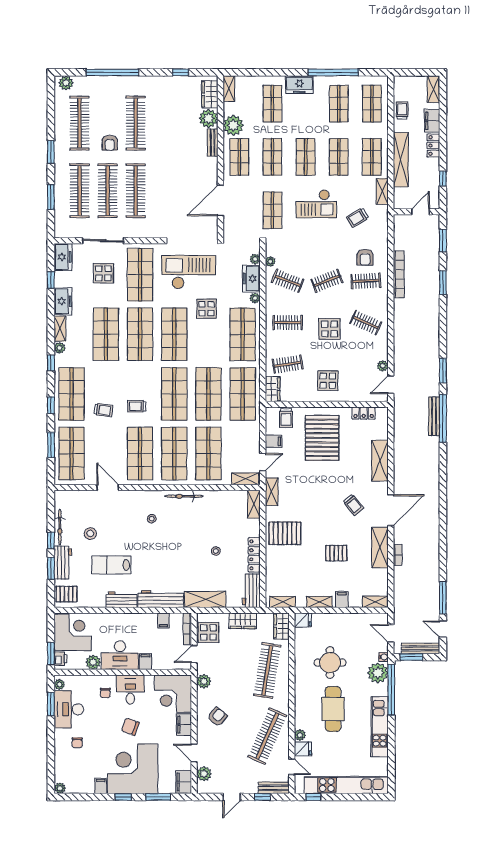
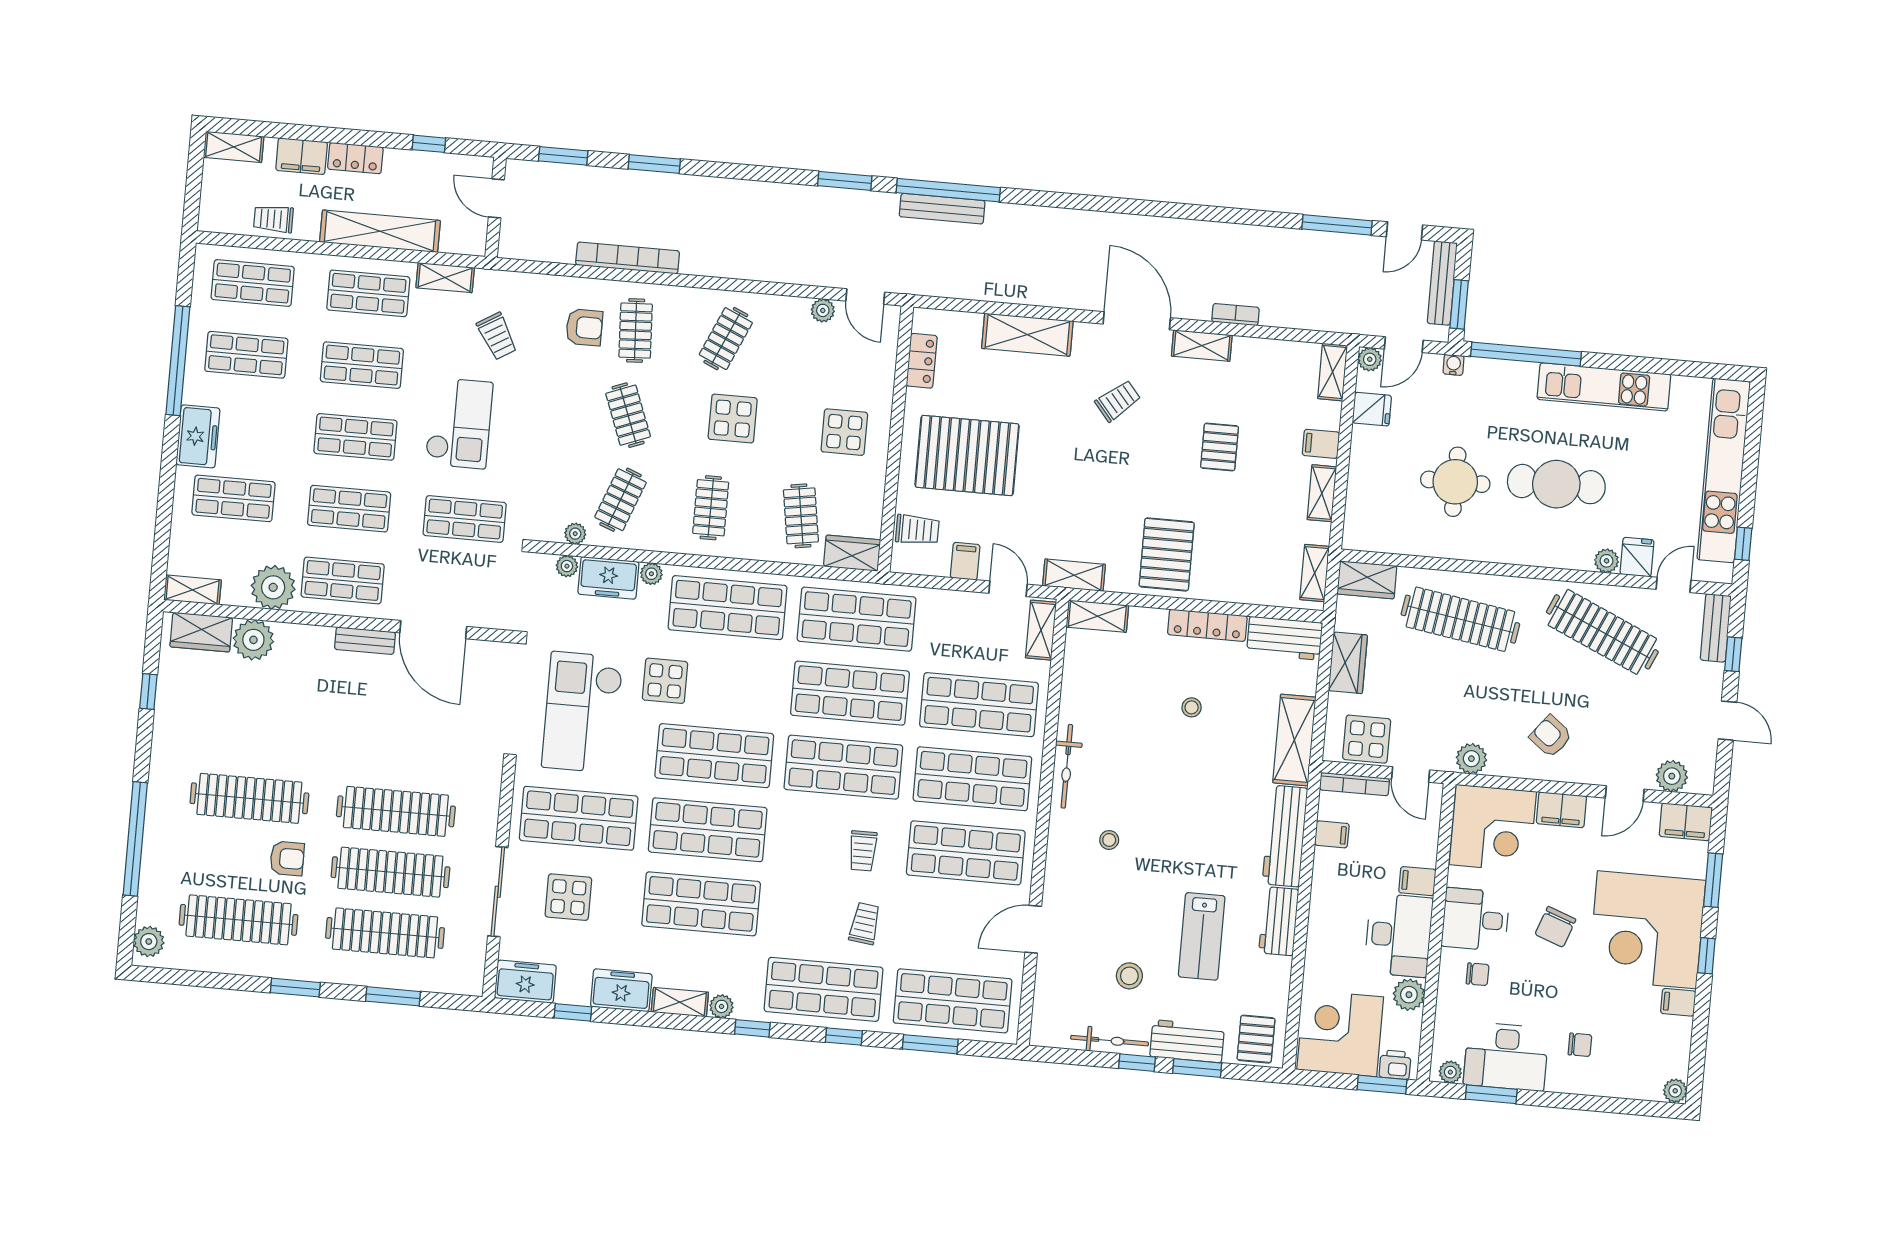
bench: (213, 143) -> (365, 641), moved
shelving: (380, 548) -> (1202, 346), width x0.67, depth x0.75
fridge: (303, 620) -> (1372, 409), moved, turned 90
plant: (378, 673) -> (1370, 359), moved, width x0.53, depth x0.53

